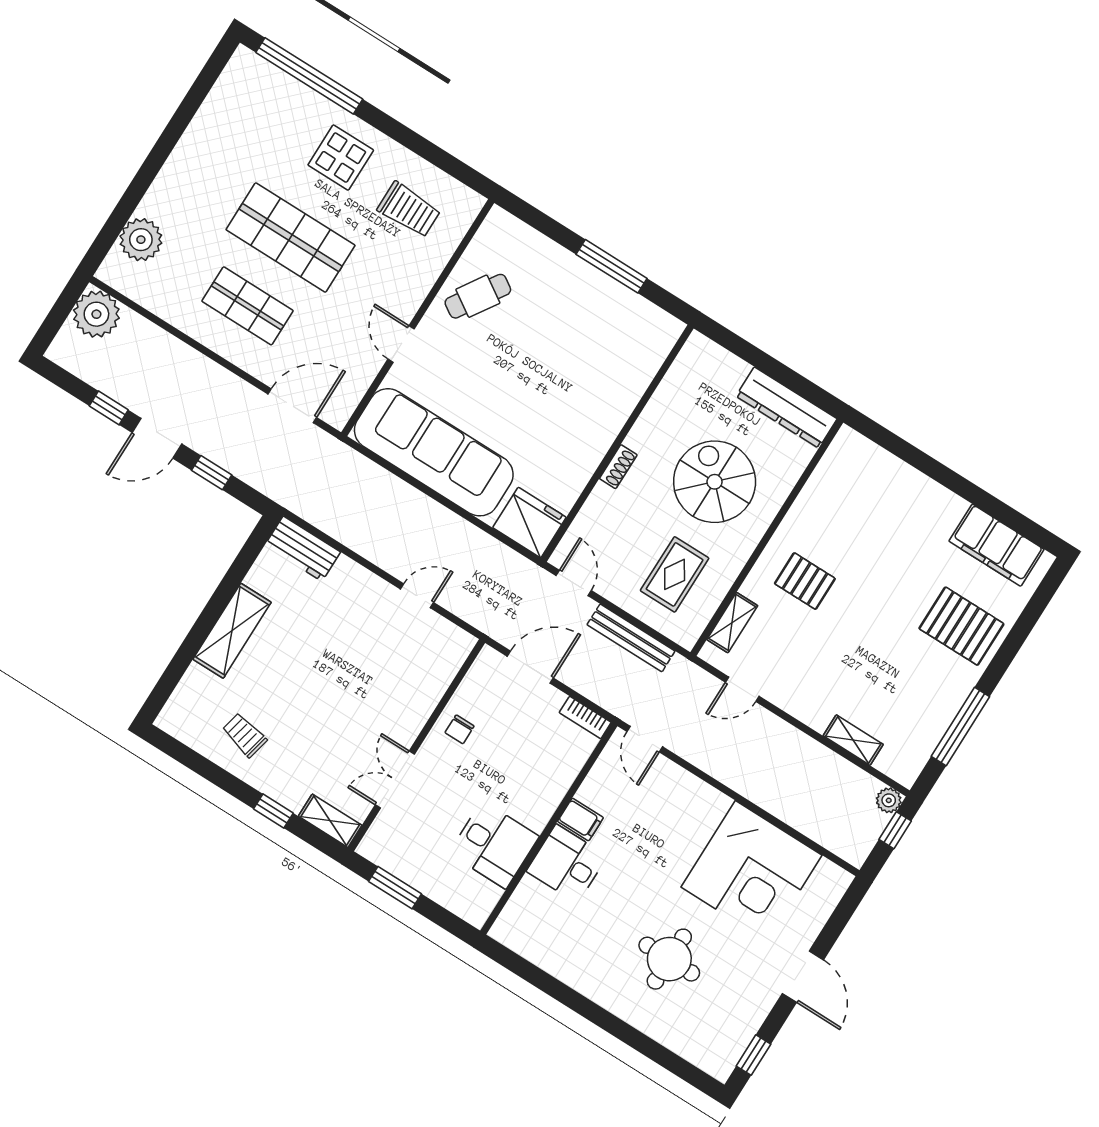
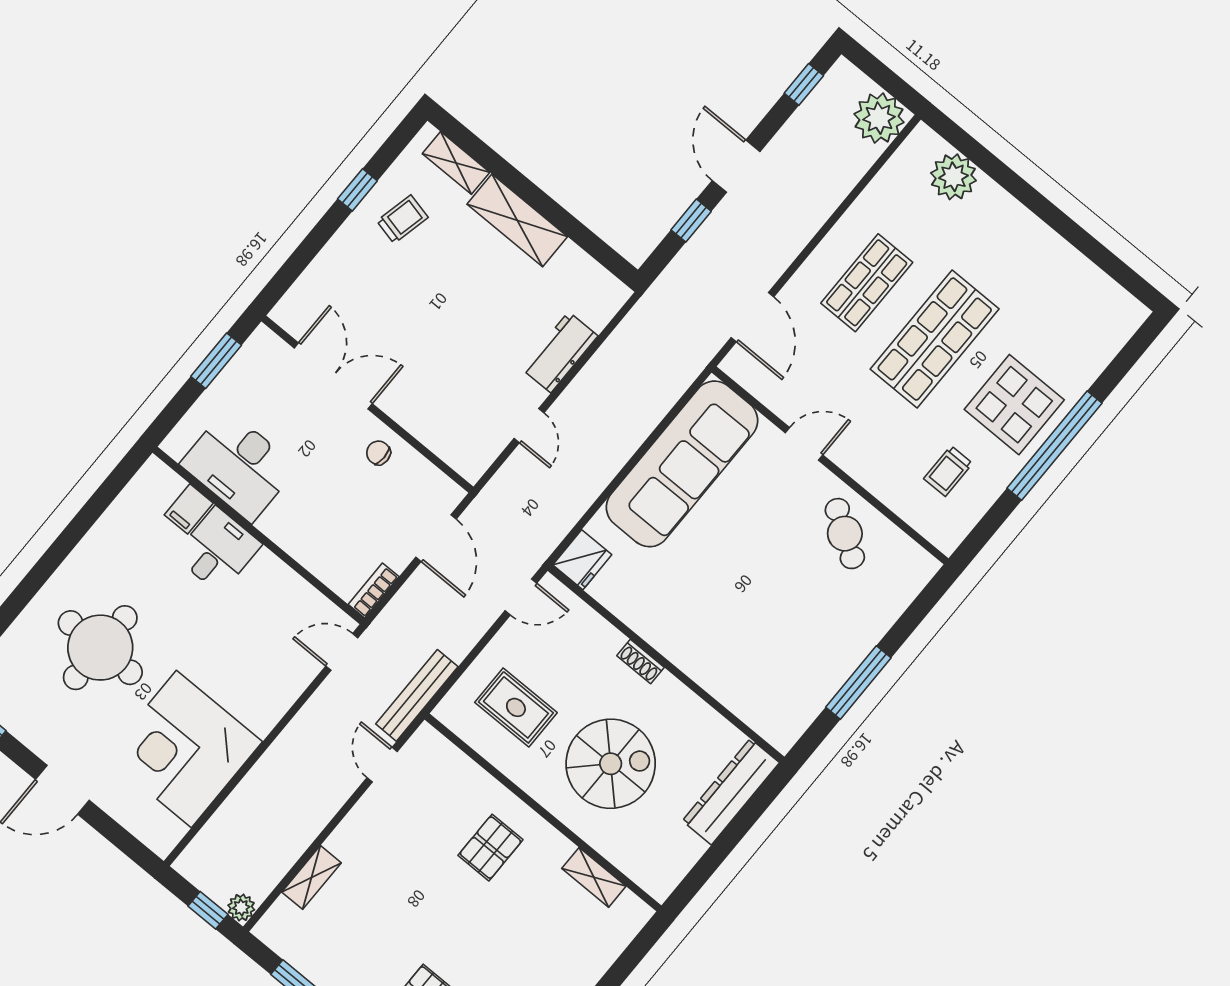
window: (309, 76) -> (1054, 446), moved
display table: (341, 158) -> (1014, 405), width x1.36, depth x1.36
trolley: (409, 210) -> (948, 471), width x0.73, depth x0.72
window: (109, 408) -> (804, 84), moved
dresser: (787, 408) -> (731, 792), moved
fridge: (529, 523) -> (582, 560), width x0.73, depth x0.75
workbench: (303, 549) -> (560, 352), moved
shelving: (732, 623) -> (594, 877), moved
bench: (631, 638) -> (417, 695), moved
double door: (395, 780) -> (333, 376), width x1.37
window: (273, 811) -> (357, 190), moved
filing cabinet: (580, 819) -> (189, 509), moved
shelving: (330, 821) -> (456, 163), moved, turned 90
desk: (494, 845) -> (239, 466), width x1.37
round table: (669, 959) -> (100, 648), width x1.36, depth x1.36

